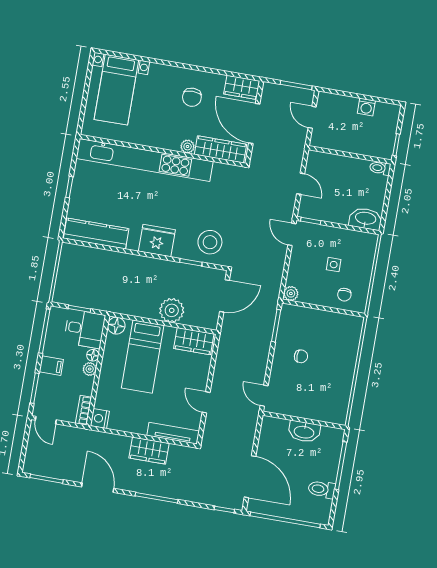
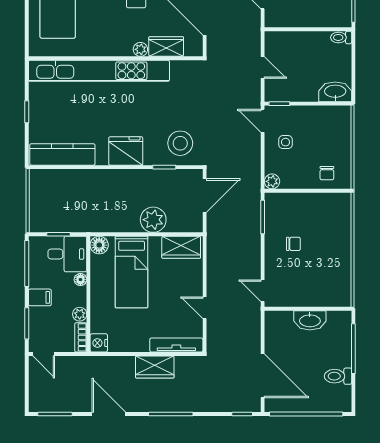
wardrobe: (221, 149) -> (166, 46), width x0.67
side table: (334, 265) -> (285, 142), moved
plant: (90, 369) -> (80, 314), moved

